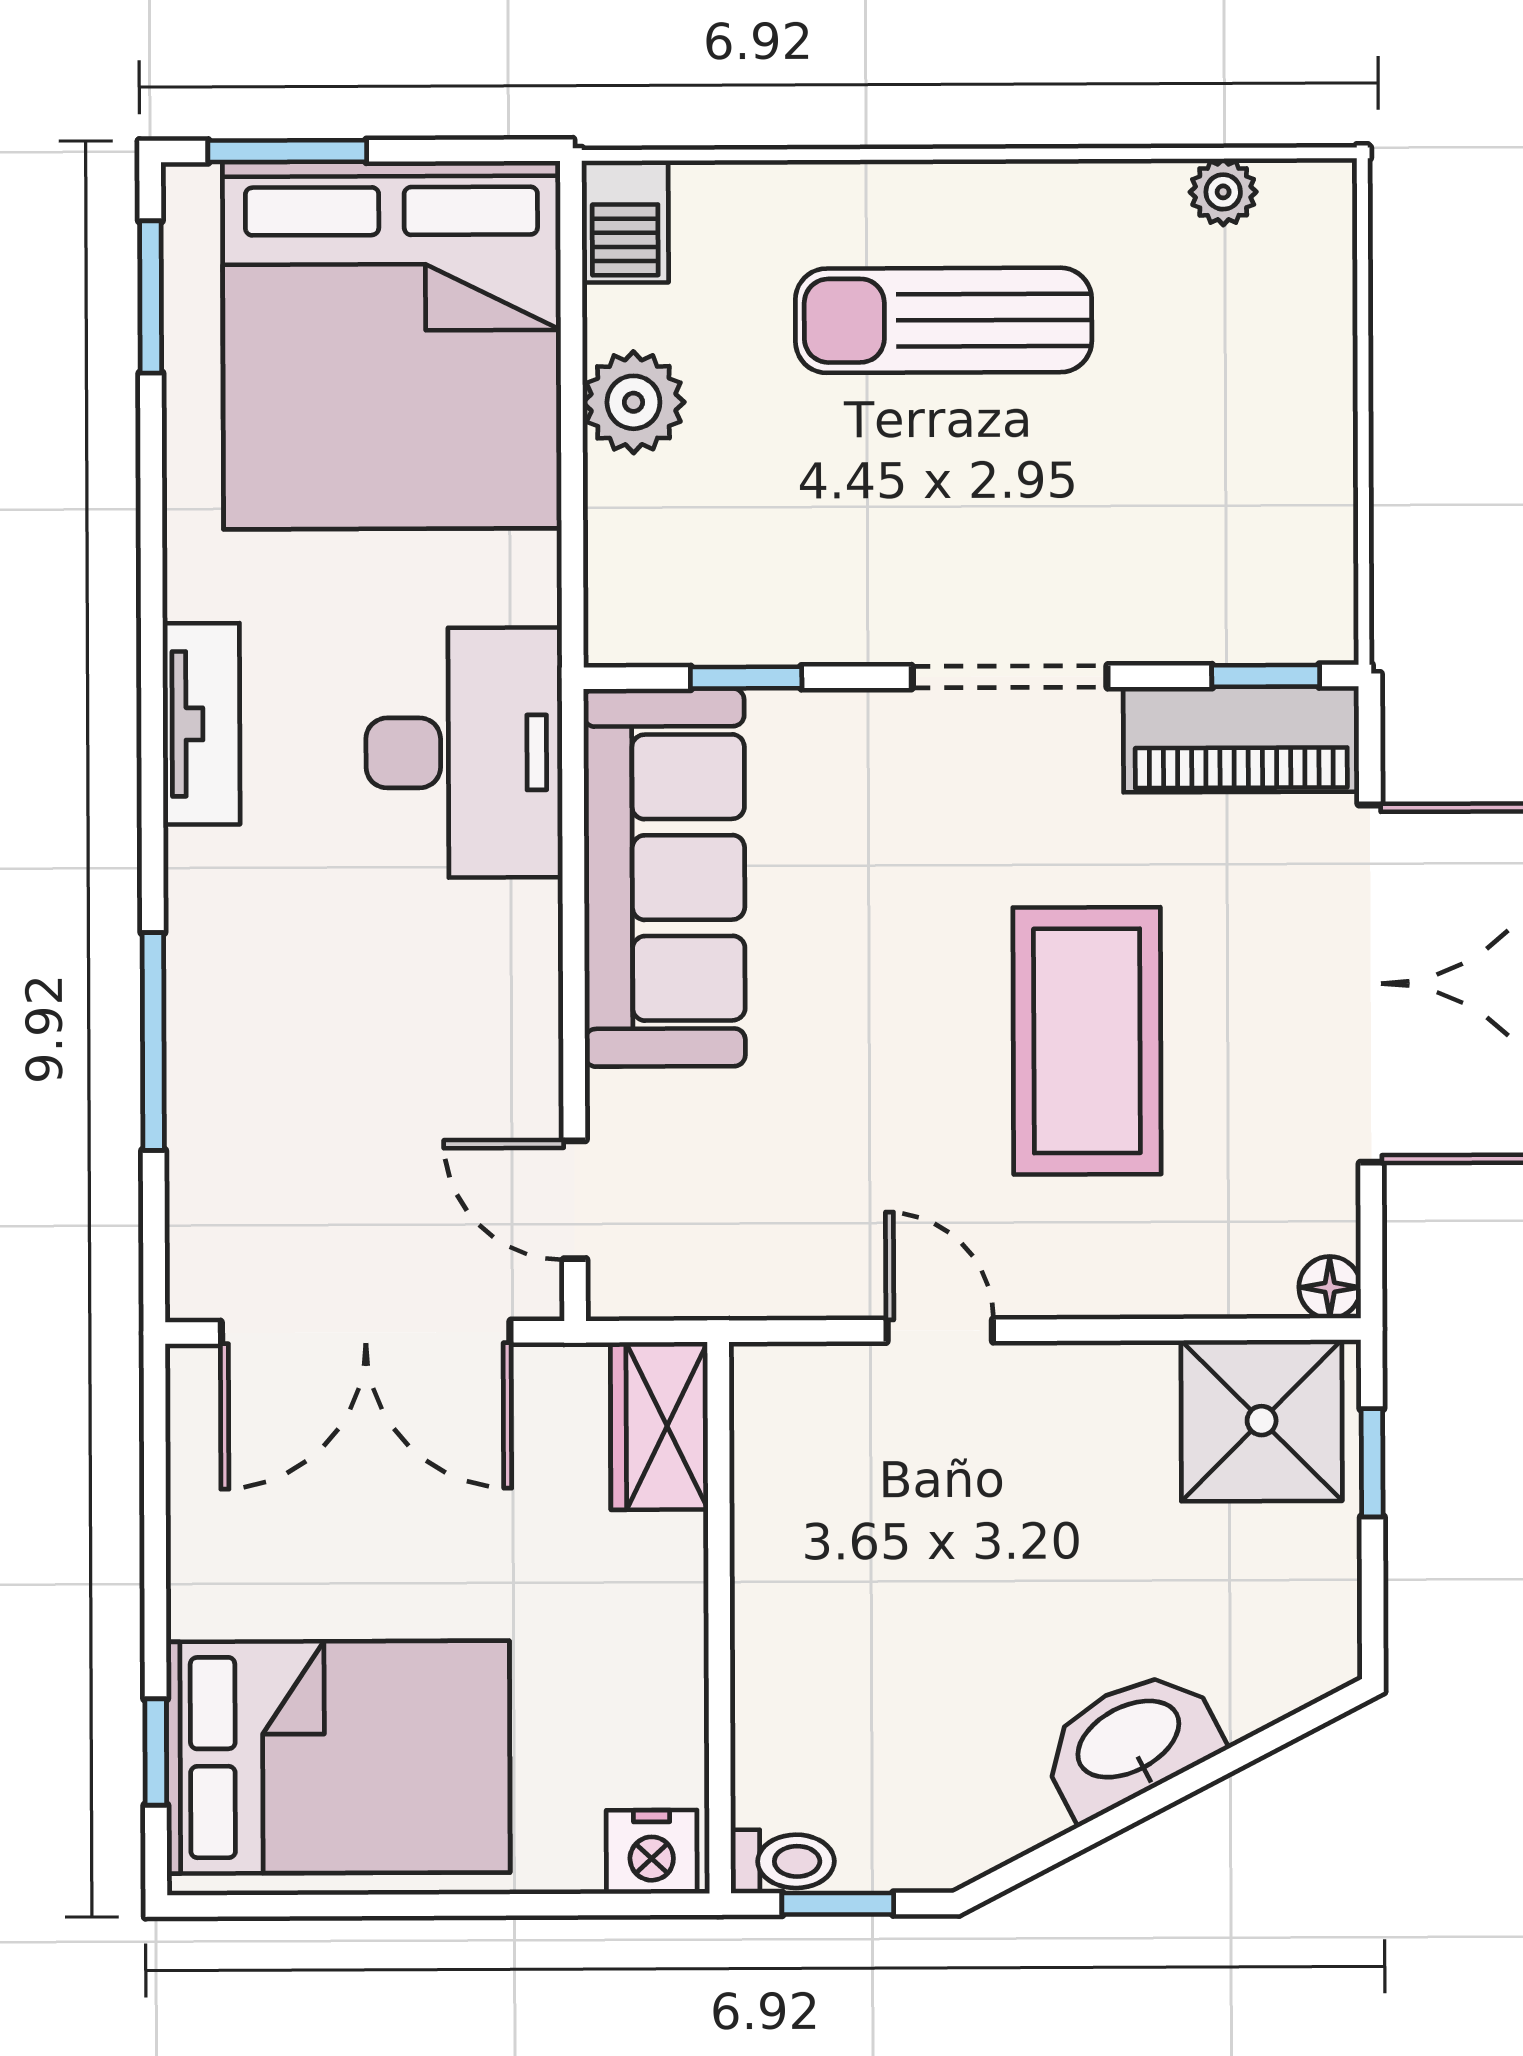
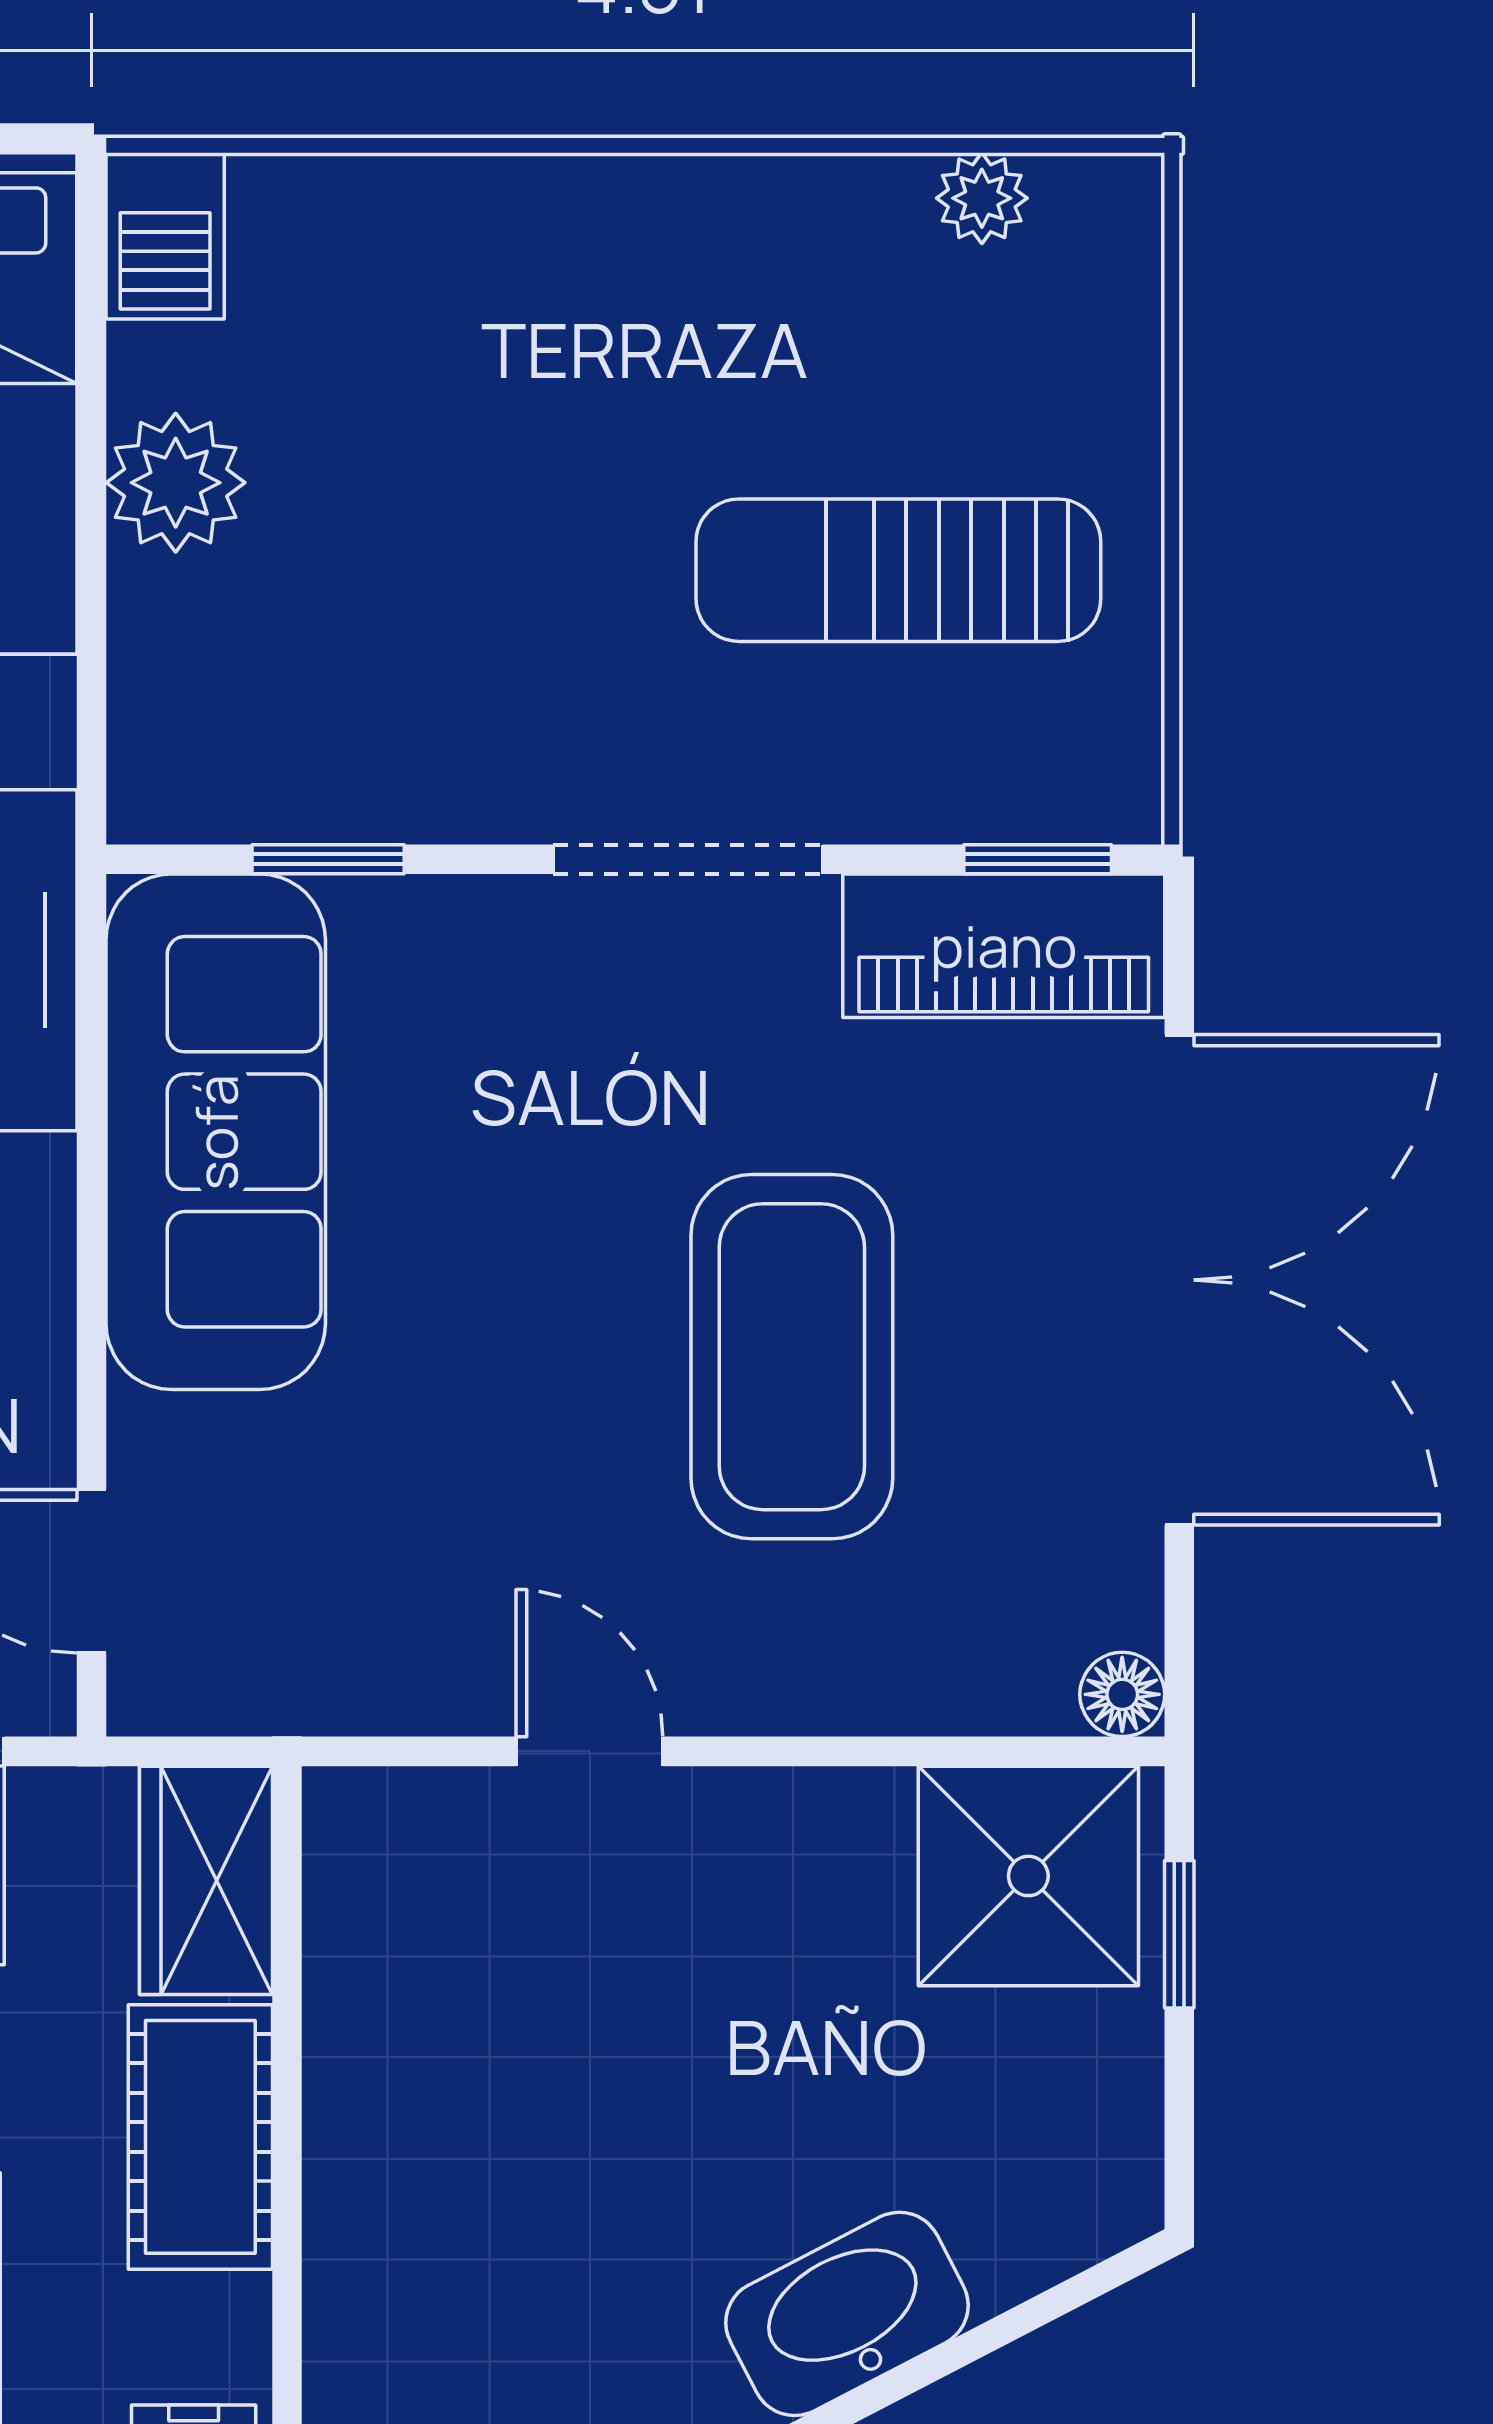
sun lounger: (944, 320) -> (898, 570), moved
cot: (656, 1614) -> (200, 2137), added

